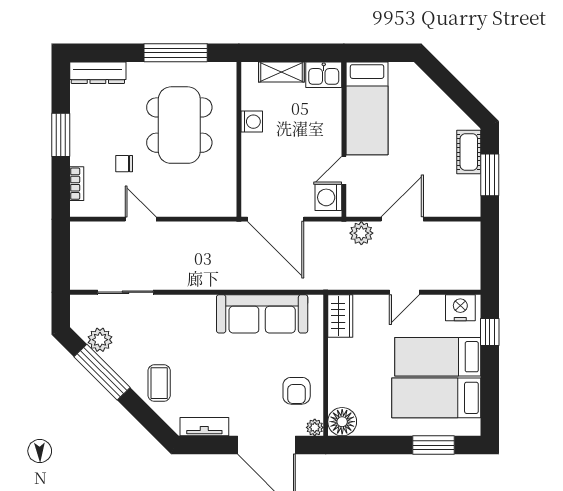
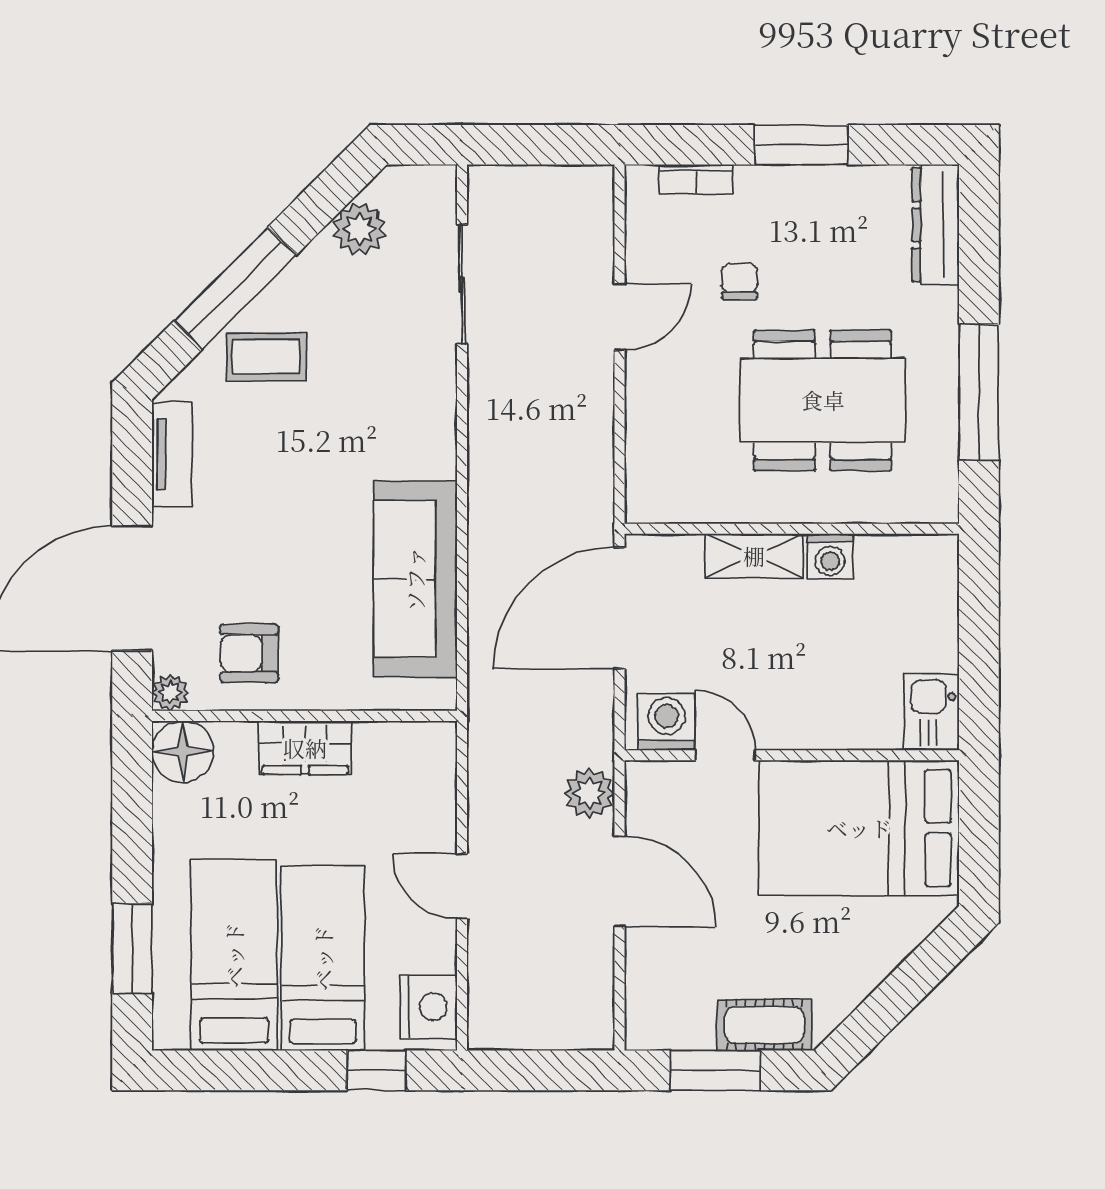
shelving: (281, 72) -> (754, 556), moved, turned 90
bed: (367, 108) -> (859, 828), width x1.50
wardrobe: (340, 316) -> (305, 748), moved
window: (102, 372) -> (235, 288), moved

